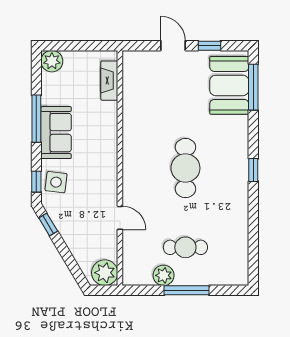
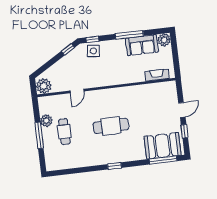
sofa: (56, 133) -> (142, 45), moved

